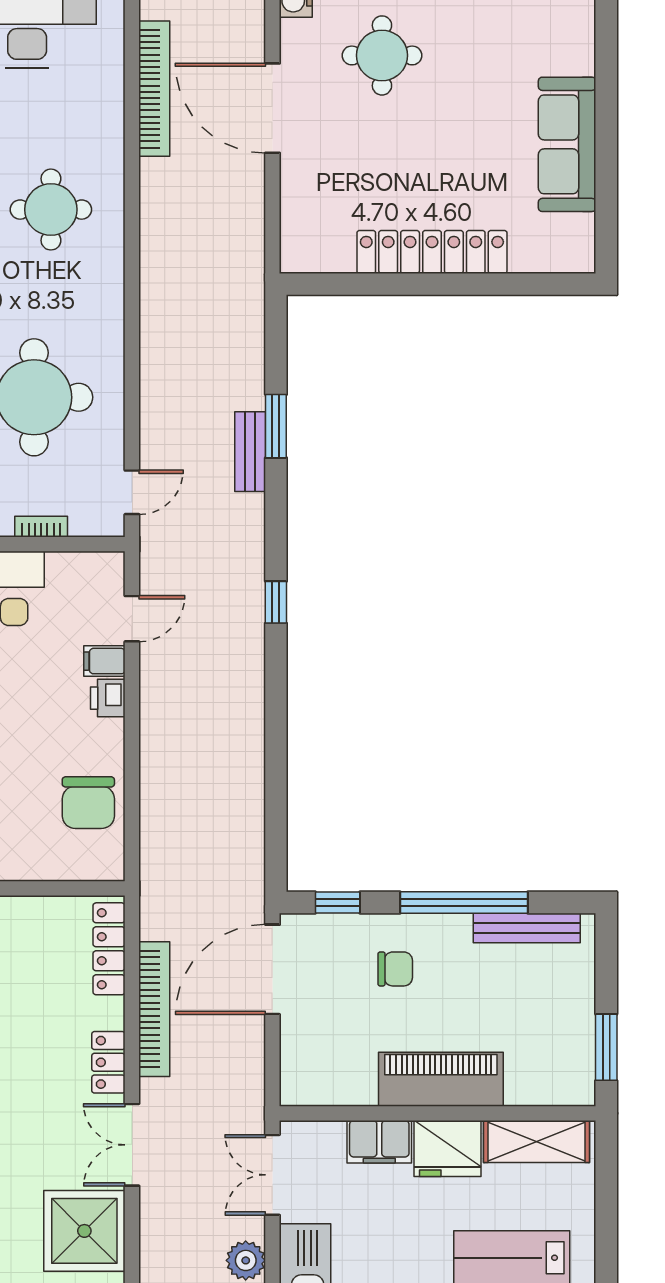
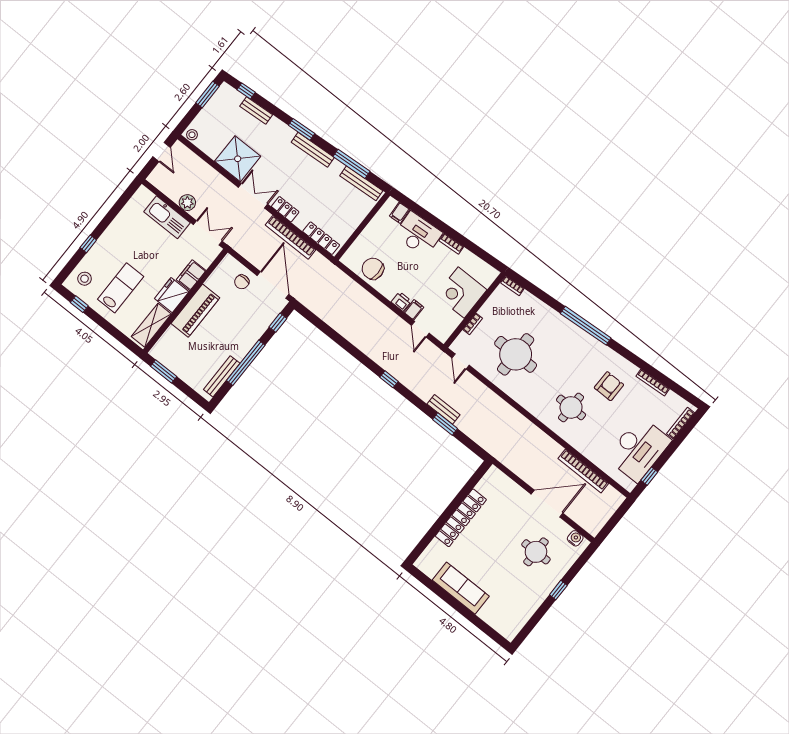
chair: (395, 969) -> (242, 282), moved

